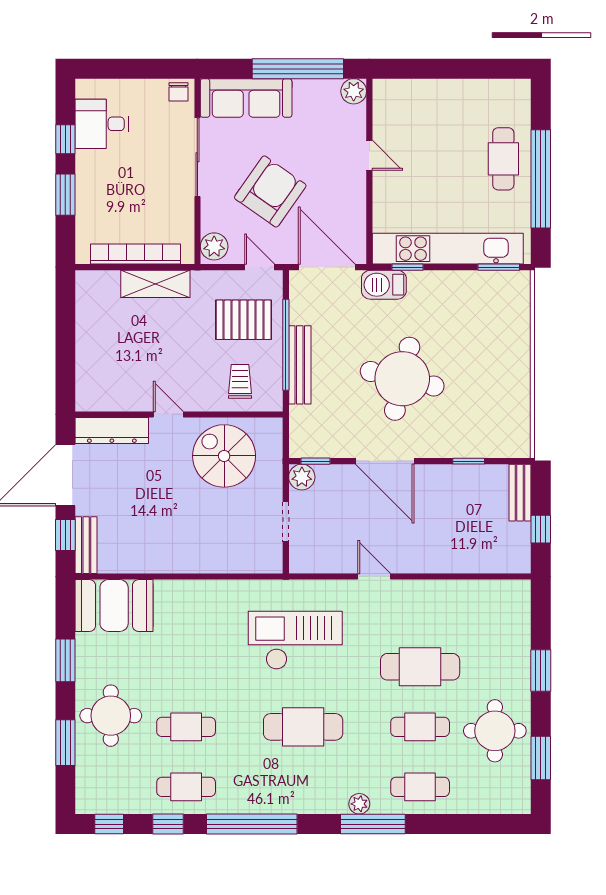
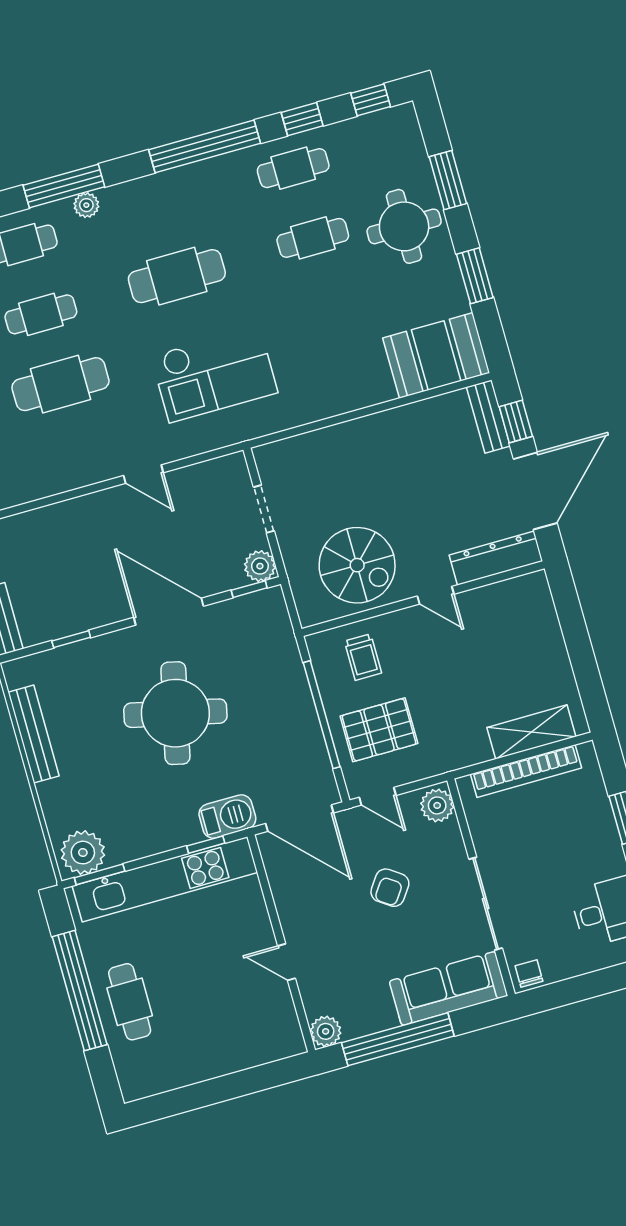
armchair: (270, 191) -> (390, 888), width x0.53, depth x0.53
shelving: (155, 284) -> (531, 732), moved
plant: (507, 288) -> (83, 853), added
bench: (300, 365) -> (34, 734), moved

